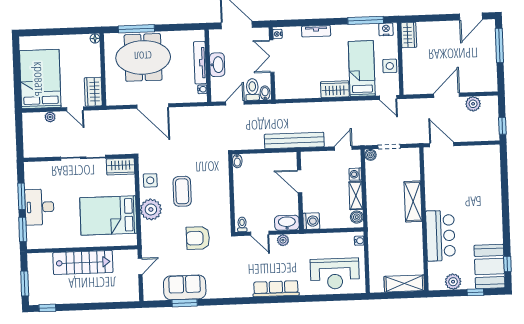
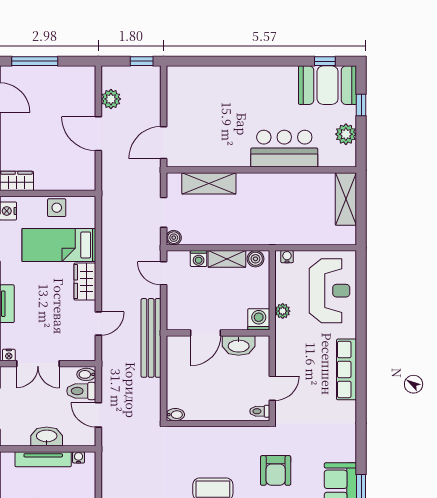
door: (388, 97) -> (98, 324), moved
shelving: (413, 201) -> (209, 183), moved
washbasin: (287, 223) -> (239, 345), moved, turned -90
plant: (283, 240) -> (283, 311), moved

